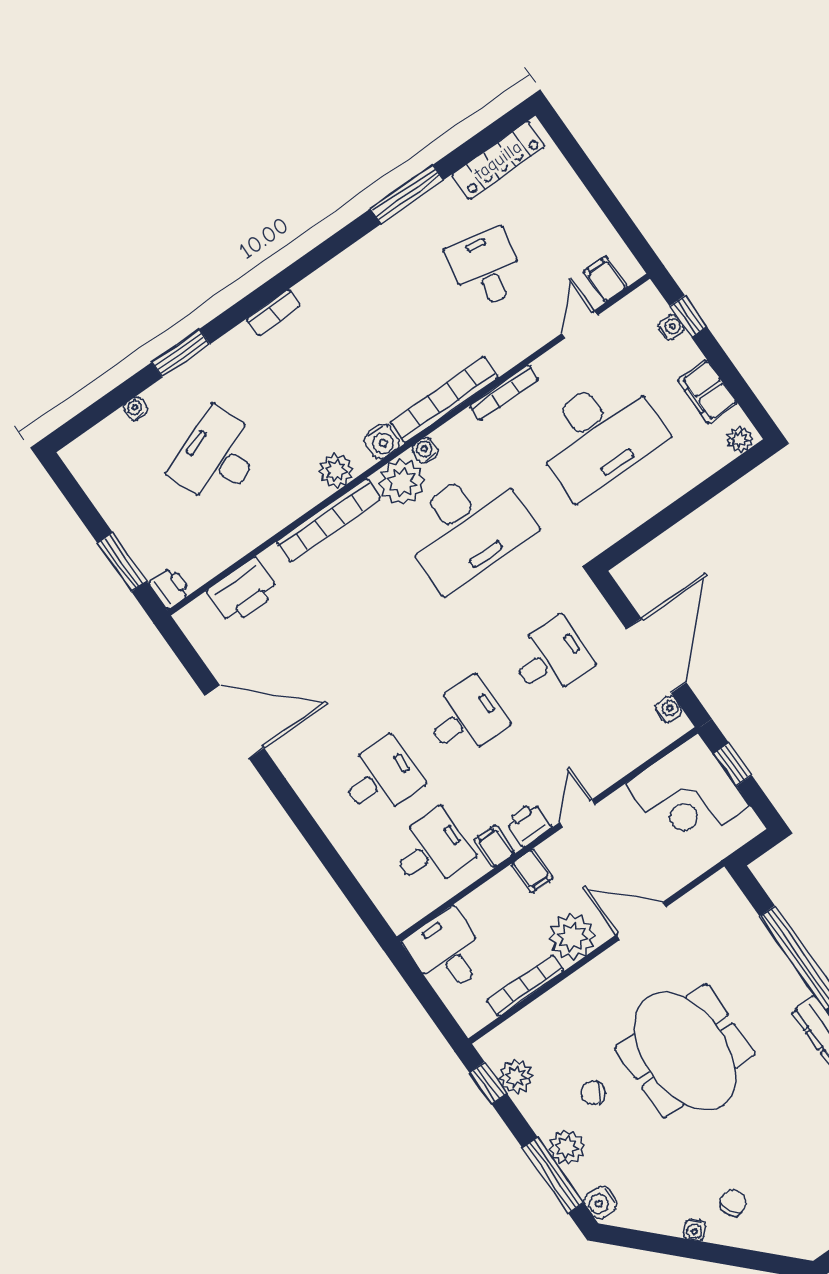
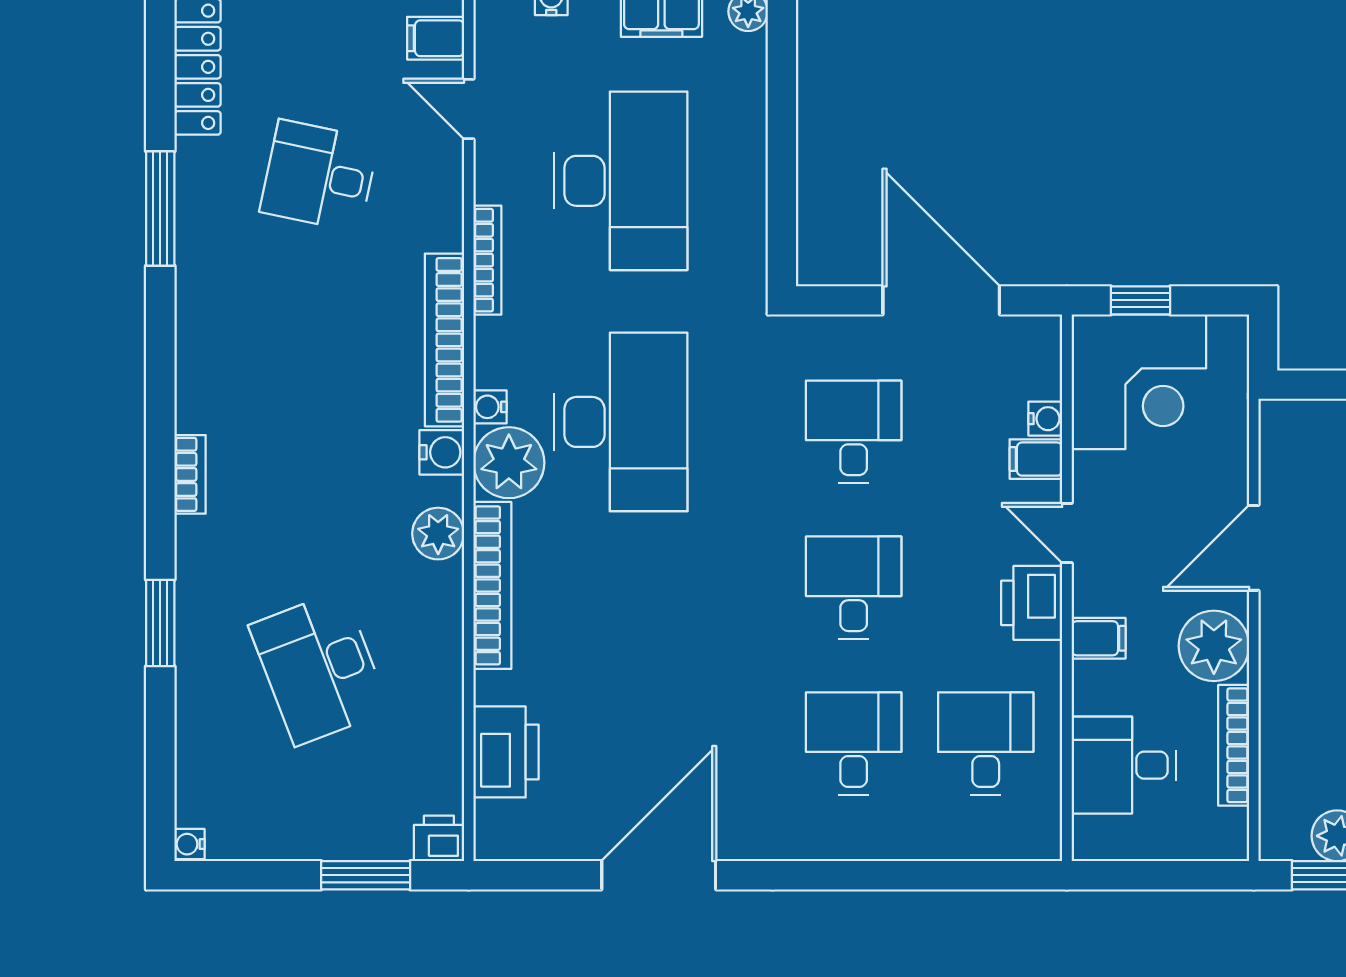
water cooler: (136, 409) -> (189, 844), moved
water cooler: (669, 709) -> (1045, 419), moved, turned 90
printer: (528, 824) -> (1032, 603), width x1.36, depth x1.24
filing cabinet: (495, 846) -> (1036, 459), moved
desk: (447, 952) -> (1124, 765), moved

